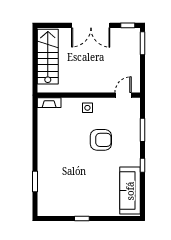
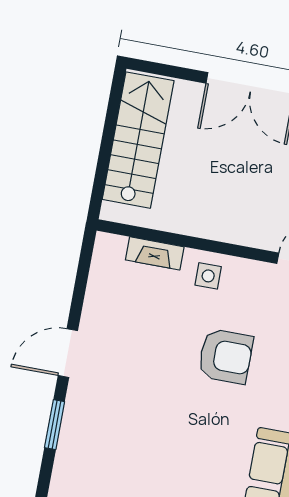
fireplace: (49, 103) -> (155, 253), moved
door: (35, 151) -> (68, 353), added

